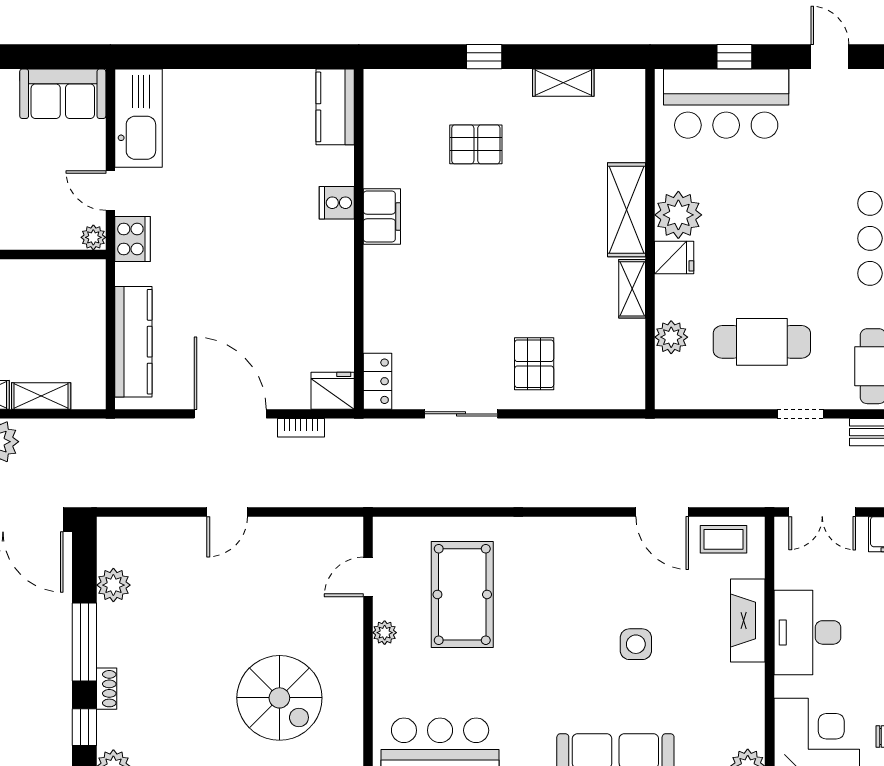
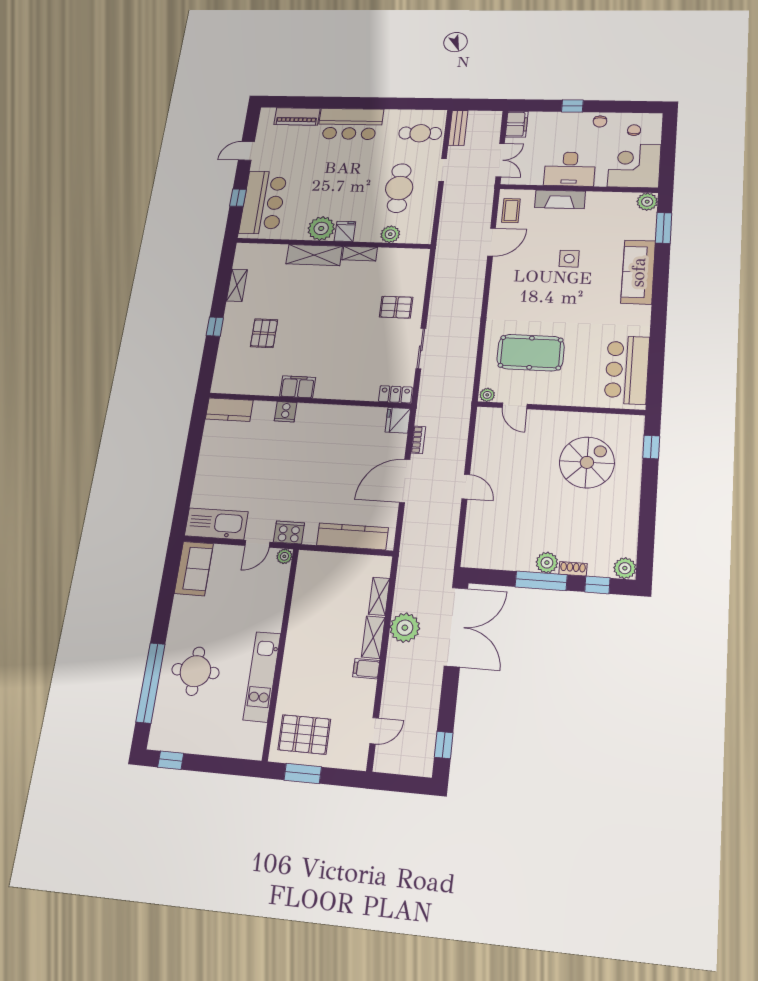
plant: (113, 585) -> (547, 563), moved
plant: (385, 633) -> (487, 395), moved

